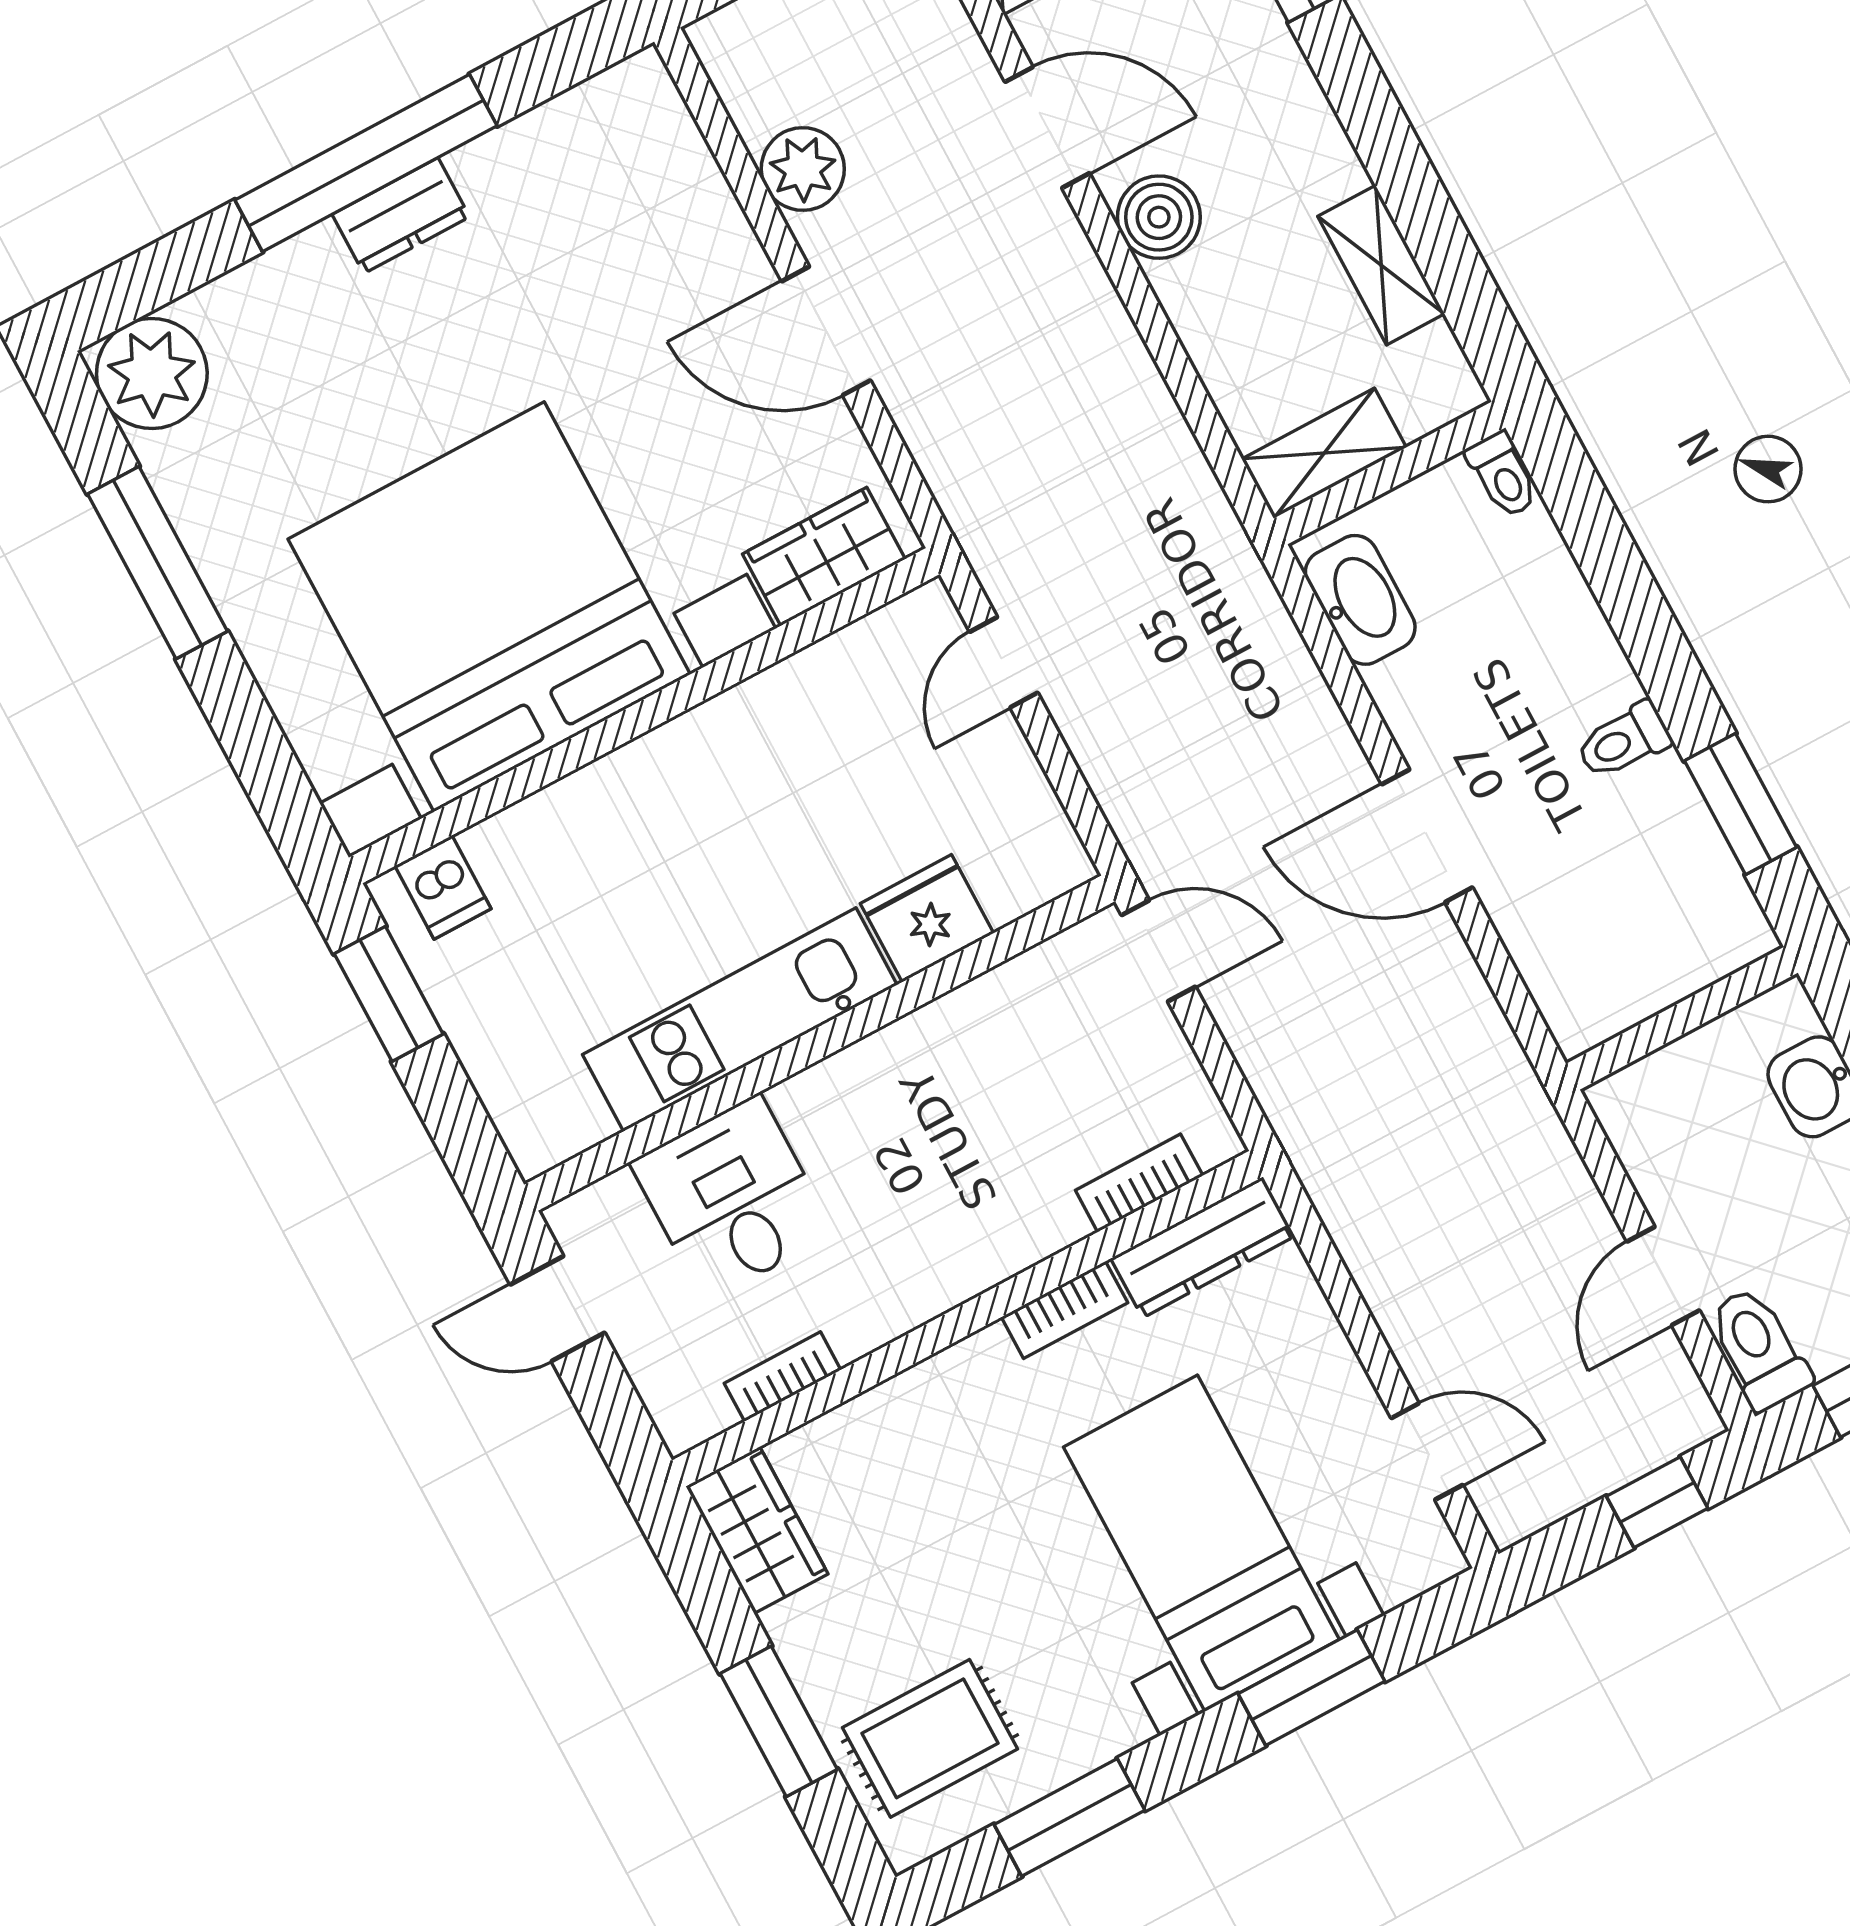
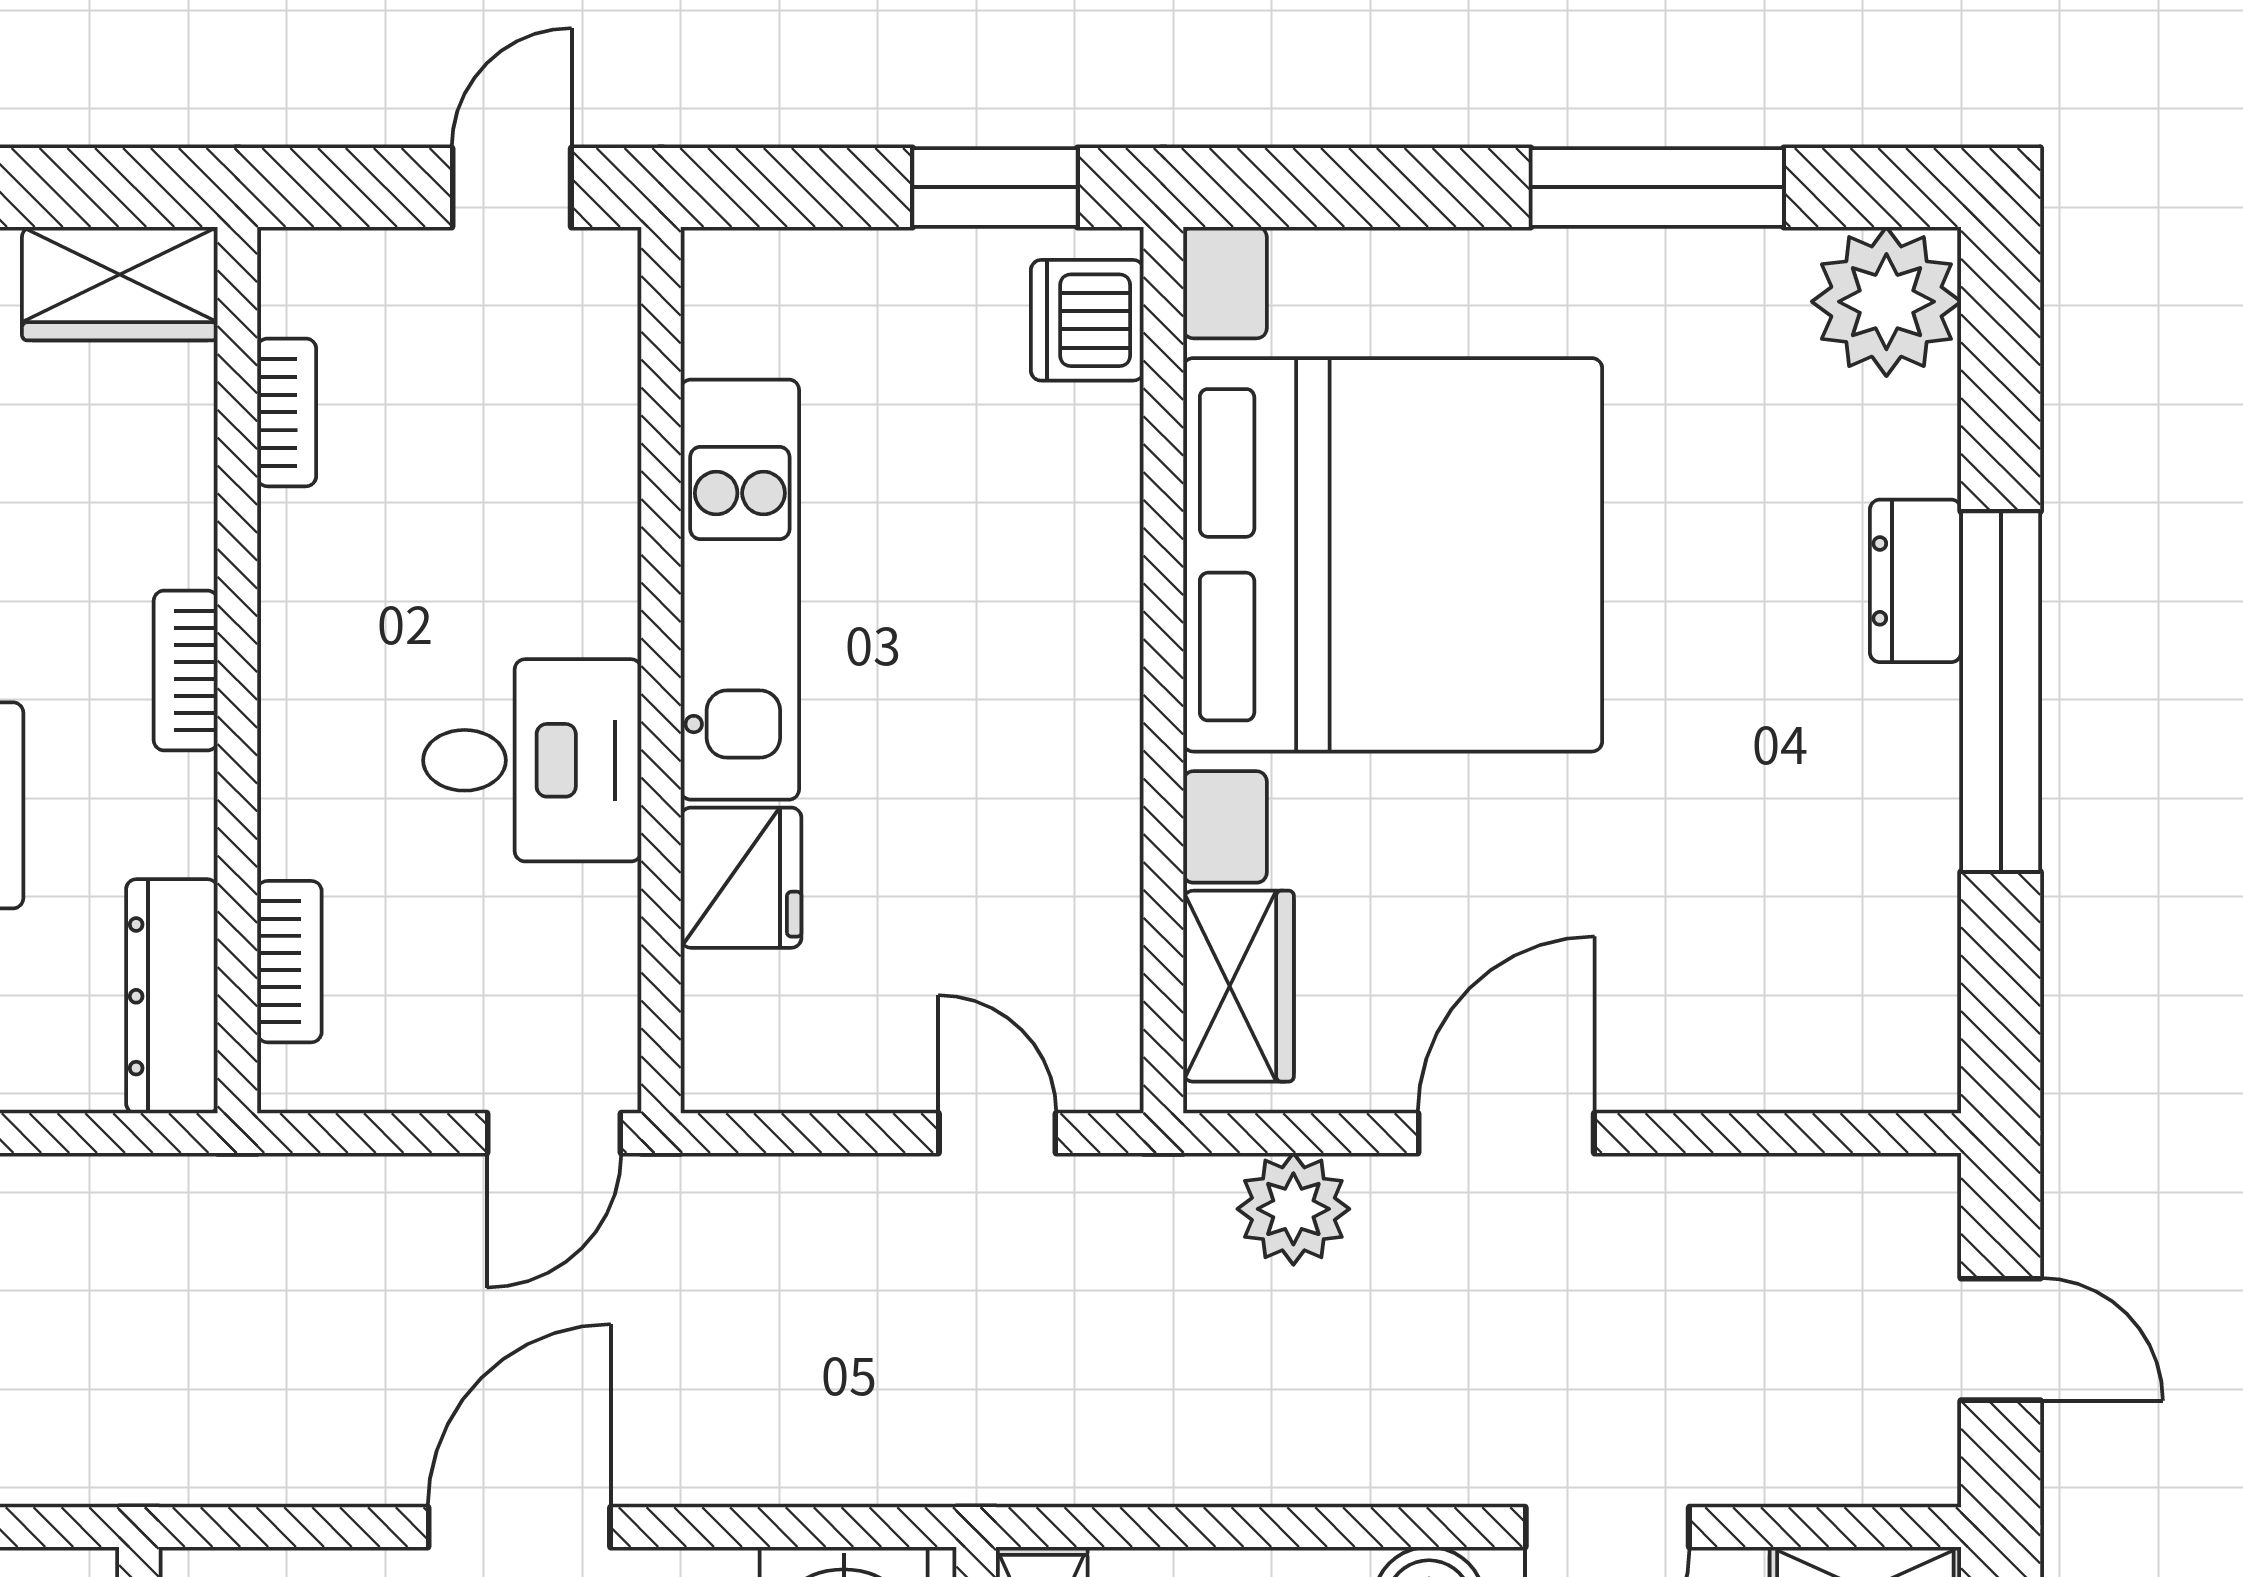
plant: (803, 169) -> (1293, 1209), moved
dresser: (401, 216) -> (1916, 581), moved
dishwasher: (443, 887) -> (1087, 320), width x1.38
desk: (732, 1198) -> (532, 760), moved
bookcase: (1065, 1310) -> (186, 670), moved

